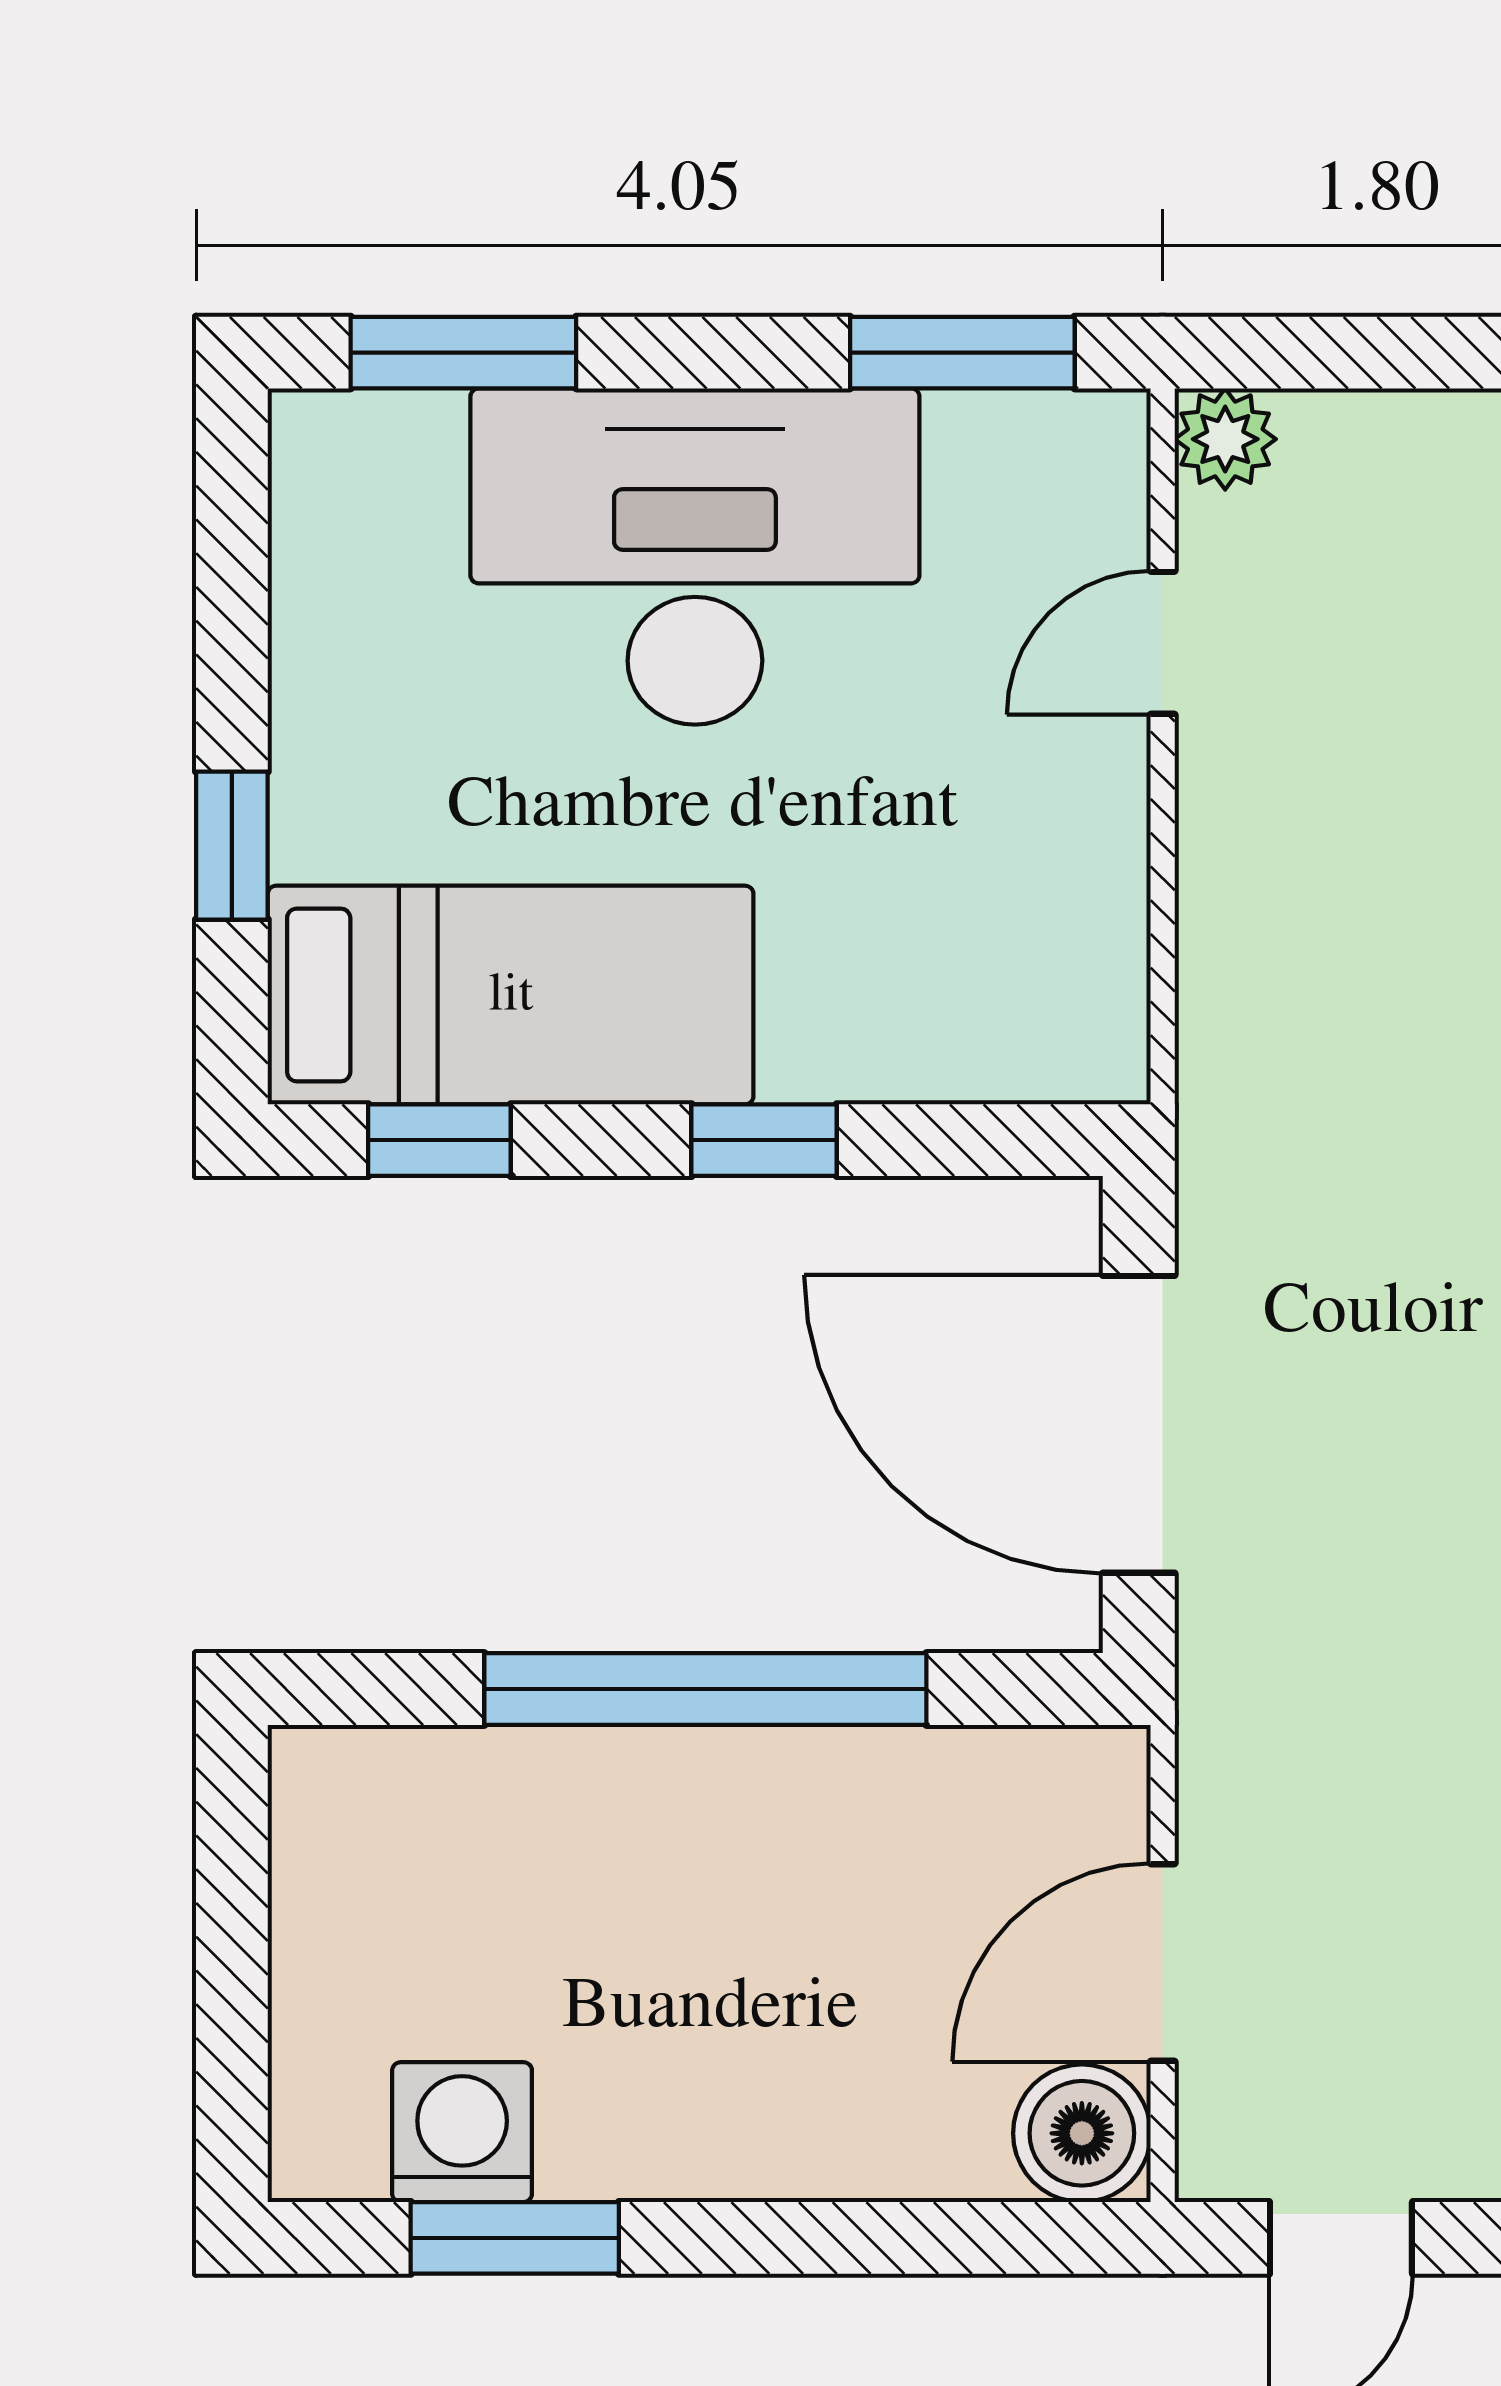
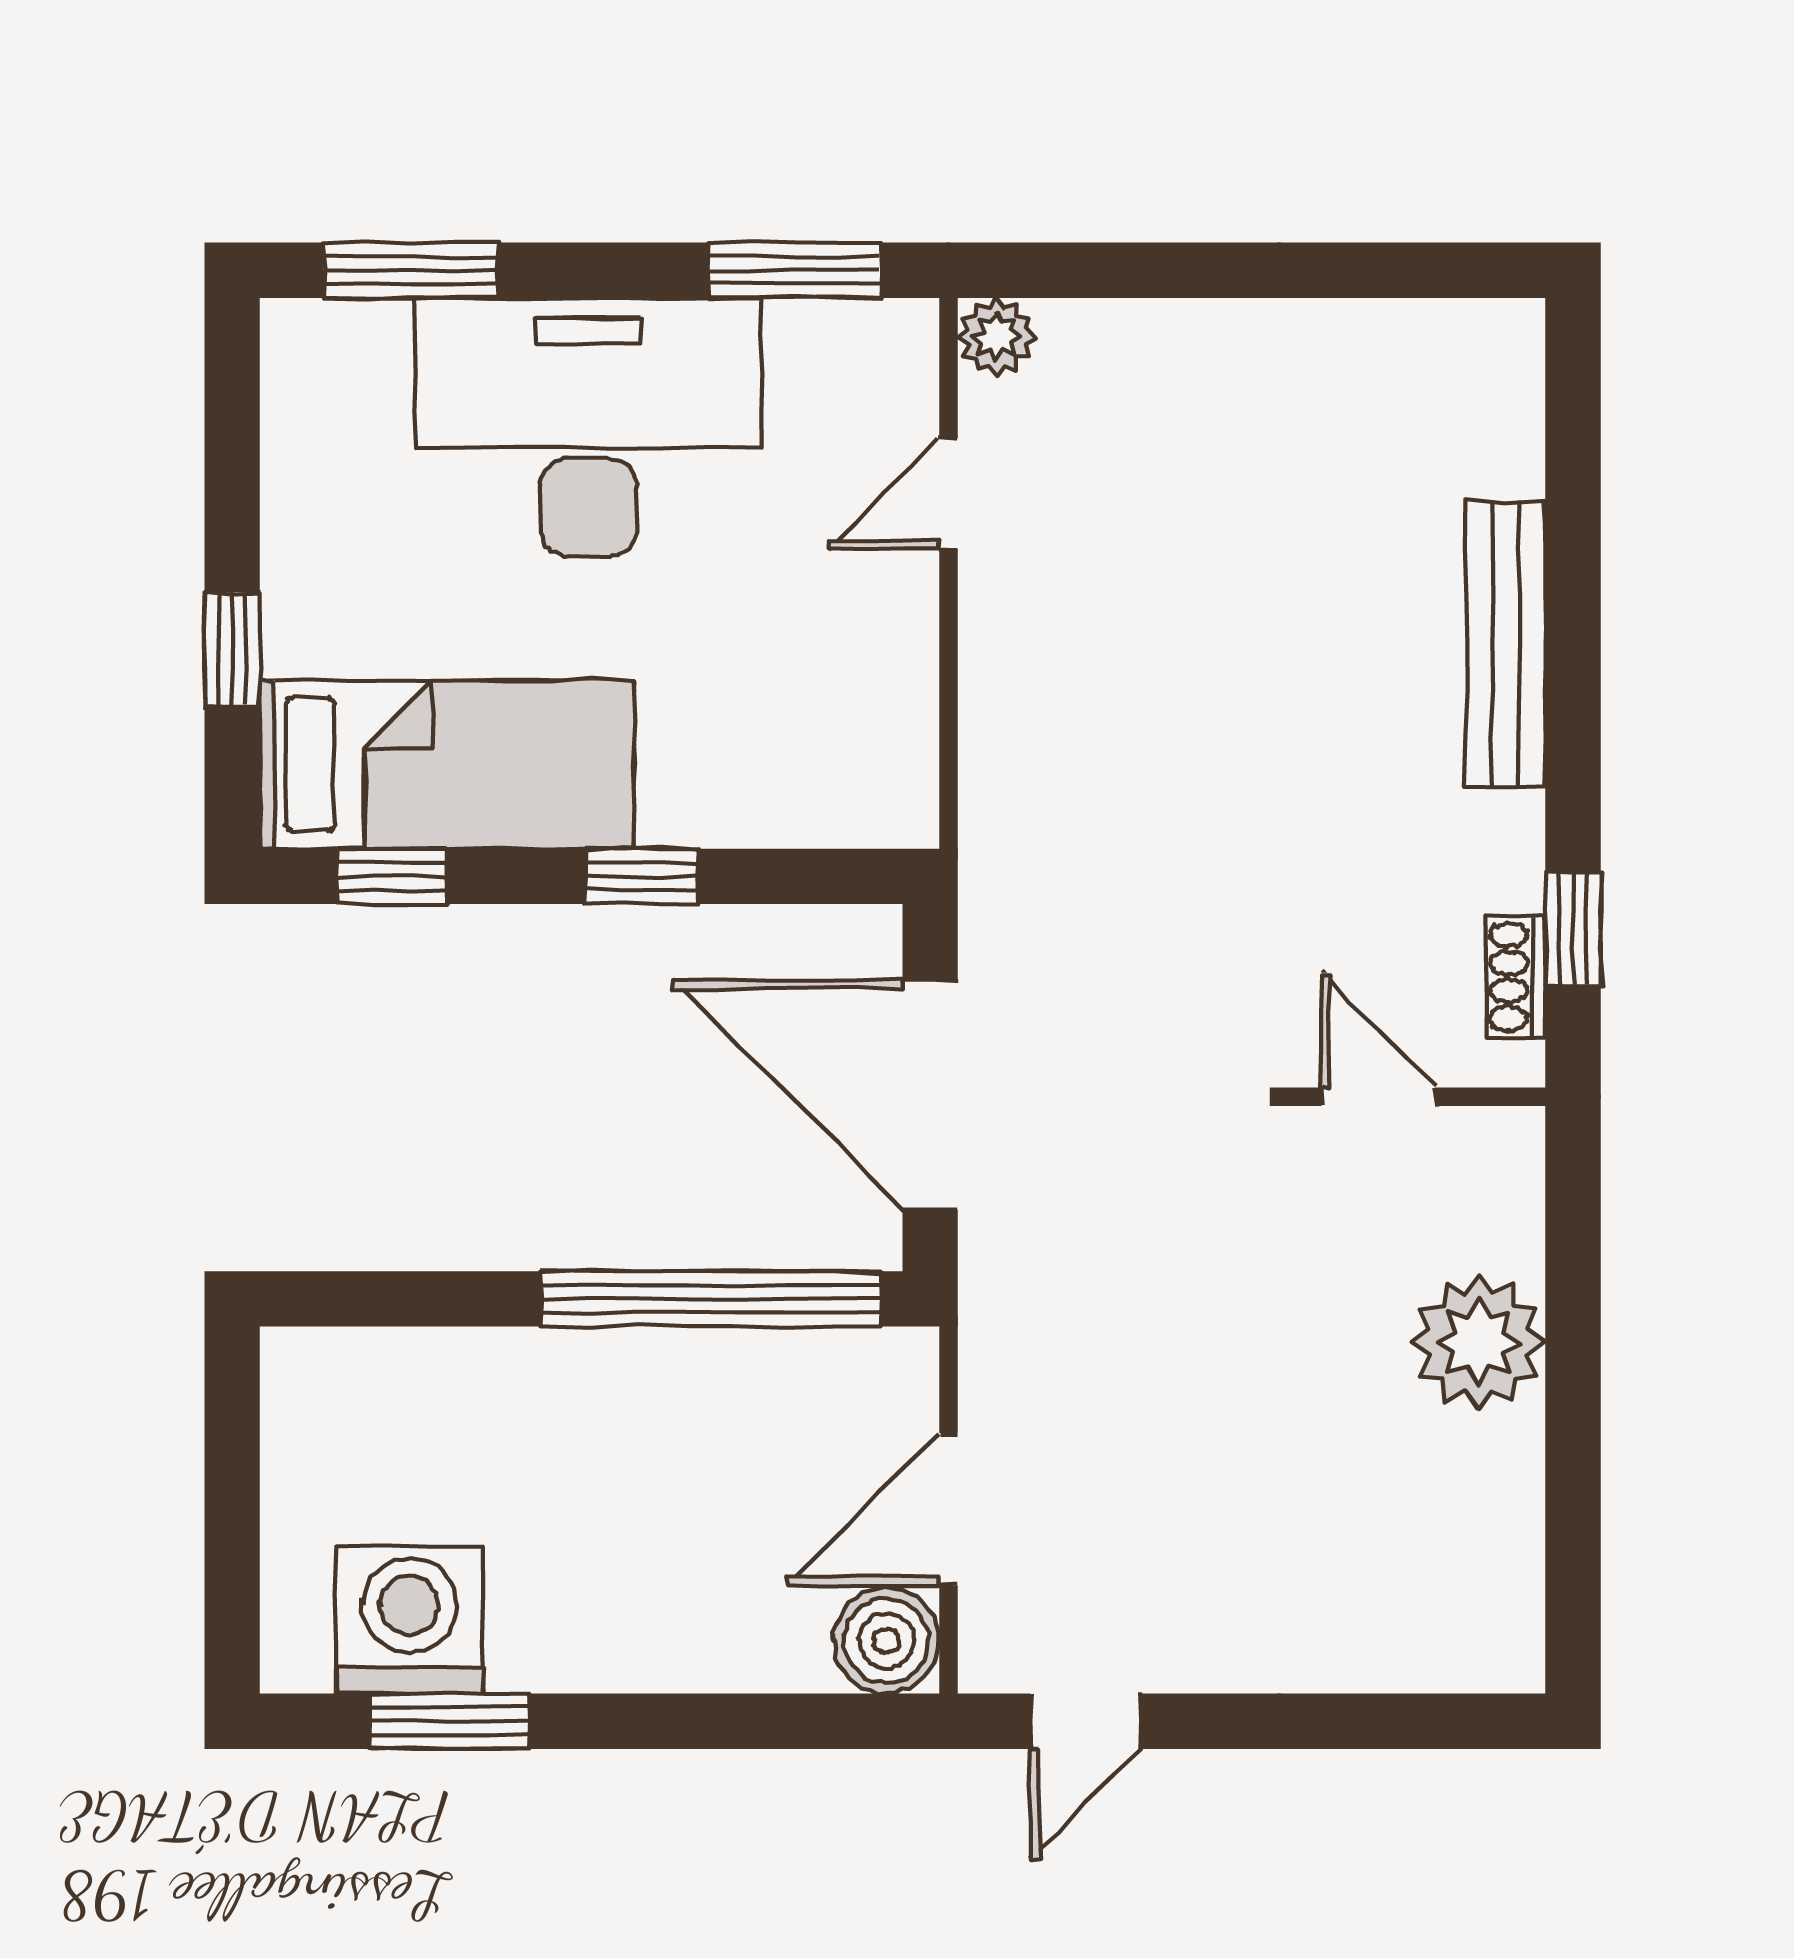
window: (705, 1689) -> (712, 1299), moved
washing machine: (462, 2132) -> (409, 1620), width x1.37, depth x1.37

